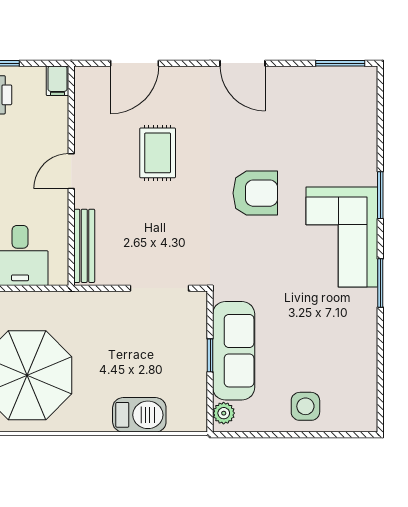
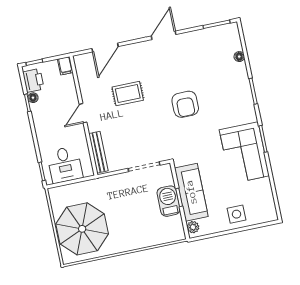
door: (243, 63) -> (164, 35), swing flipped
floor lamp: (368, 129) -> (239, 57), added
rug: (158, 153) -> (128, 94), turned 90
armchair: (255, 193) -> (185, 104), turned 90
corner sofa: (342, 237) -> (244, 153), moved
barbecue: (139, 415) -> (169, 201), moved, turned -90

